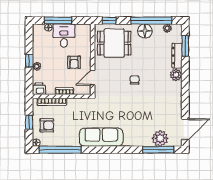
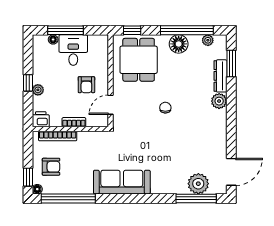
dining table: (114, 43) -> (139, 60), turned 90
window: (29, 122) -> (28, 177), moved

